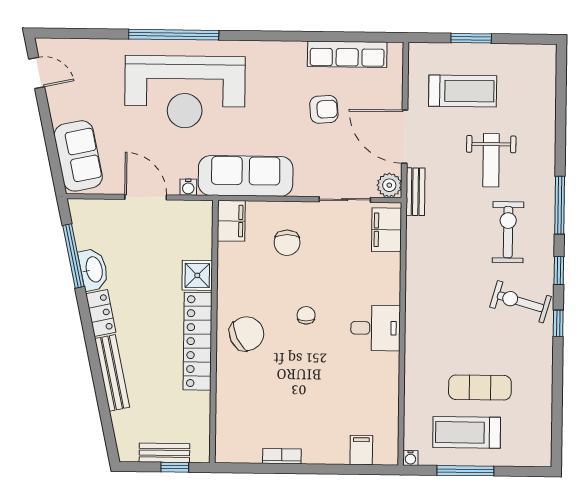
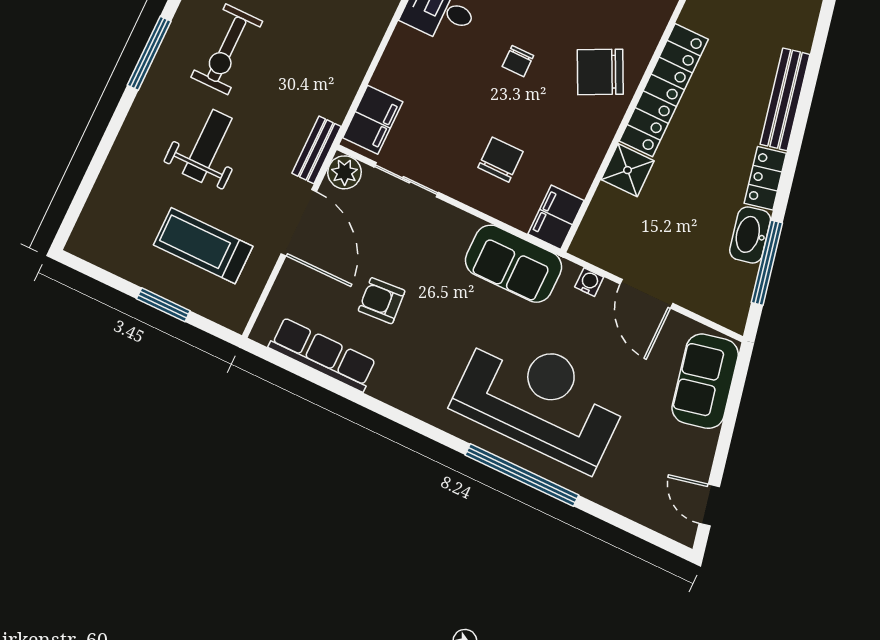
sofa: (246, 176) -> (514, 264), width x0.73

